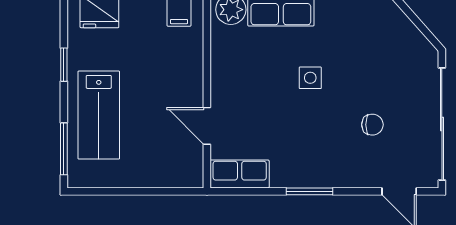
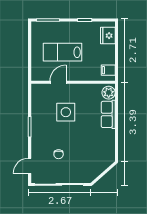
side table: (310, 78) -> (66, 112), moved, width x1.87, depth x1.87
lab bench: (99, 115) -> (63, 52), moved
row of seats: (240, 174) -> (37, 96), removed

